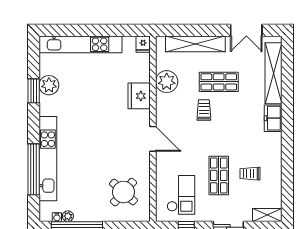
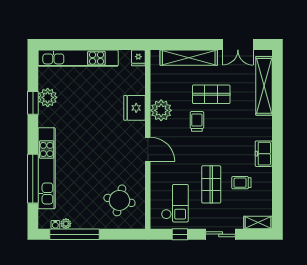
plant: (167, 82) -> (161, 110), moved
freezer: (273, 118) -> (264, 154), moved
round table: (123, 192) -> (119, 200), turned -30

